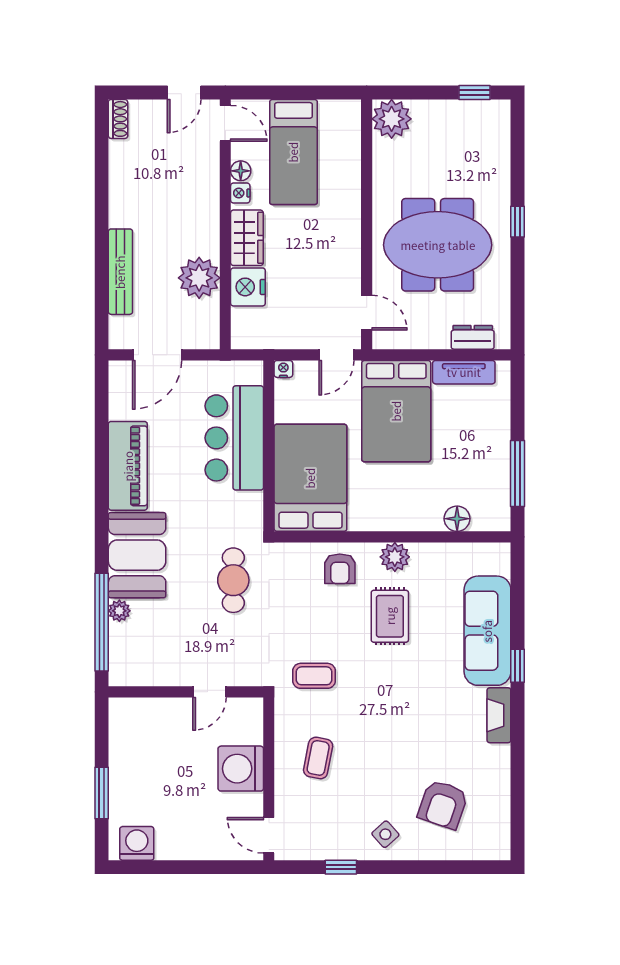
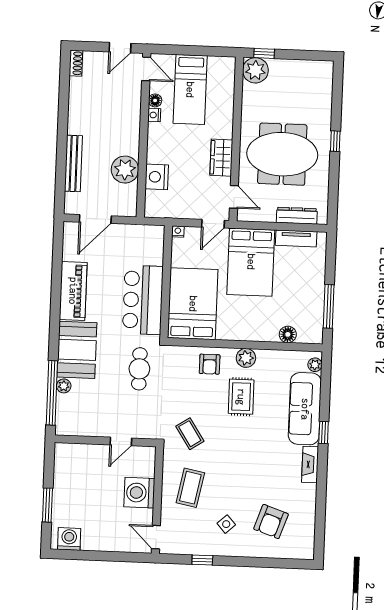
window: (475, 93) -> (264, 53), moved
wardrobe: (247, 238) -> (221, 158), moved, turned 180
dresser: (473, 337) -> (297, 216), width x1.44
bar counter: (234, 438) -> (143, 300), moved
plant: (500, 563) -> (315, 365), added
coffee table: (314, 676) -> (190, 434), turned 57
coffee table: (318, 758) -> (190, 488), width x1.36, depth x1.30
side table: (385, 834) -> (226, 524), moved

